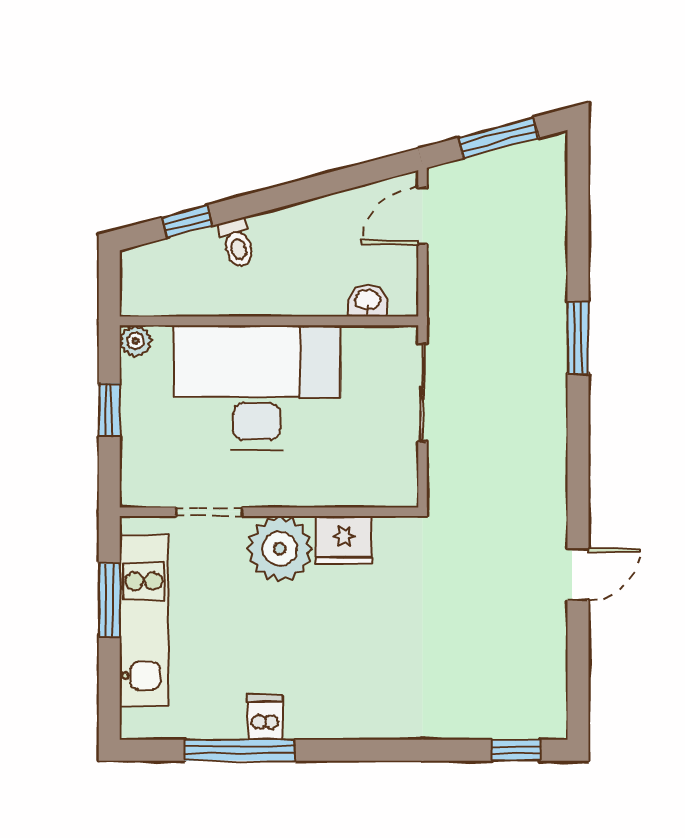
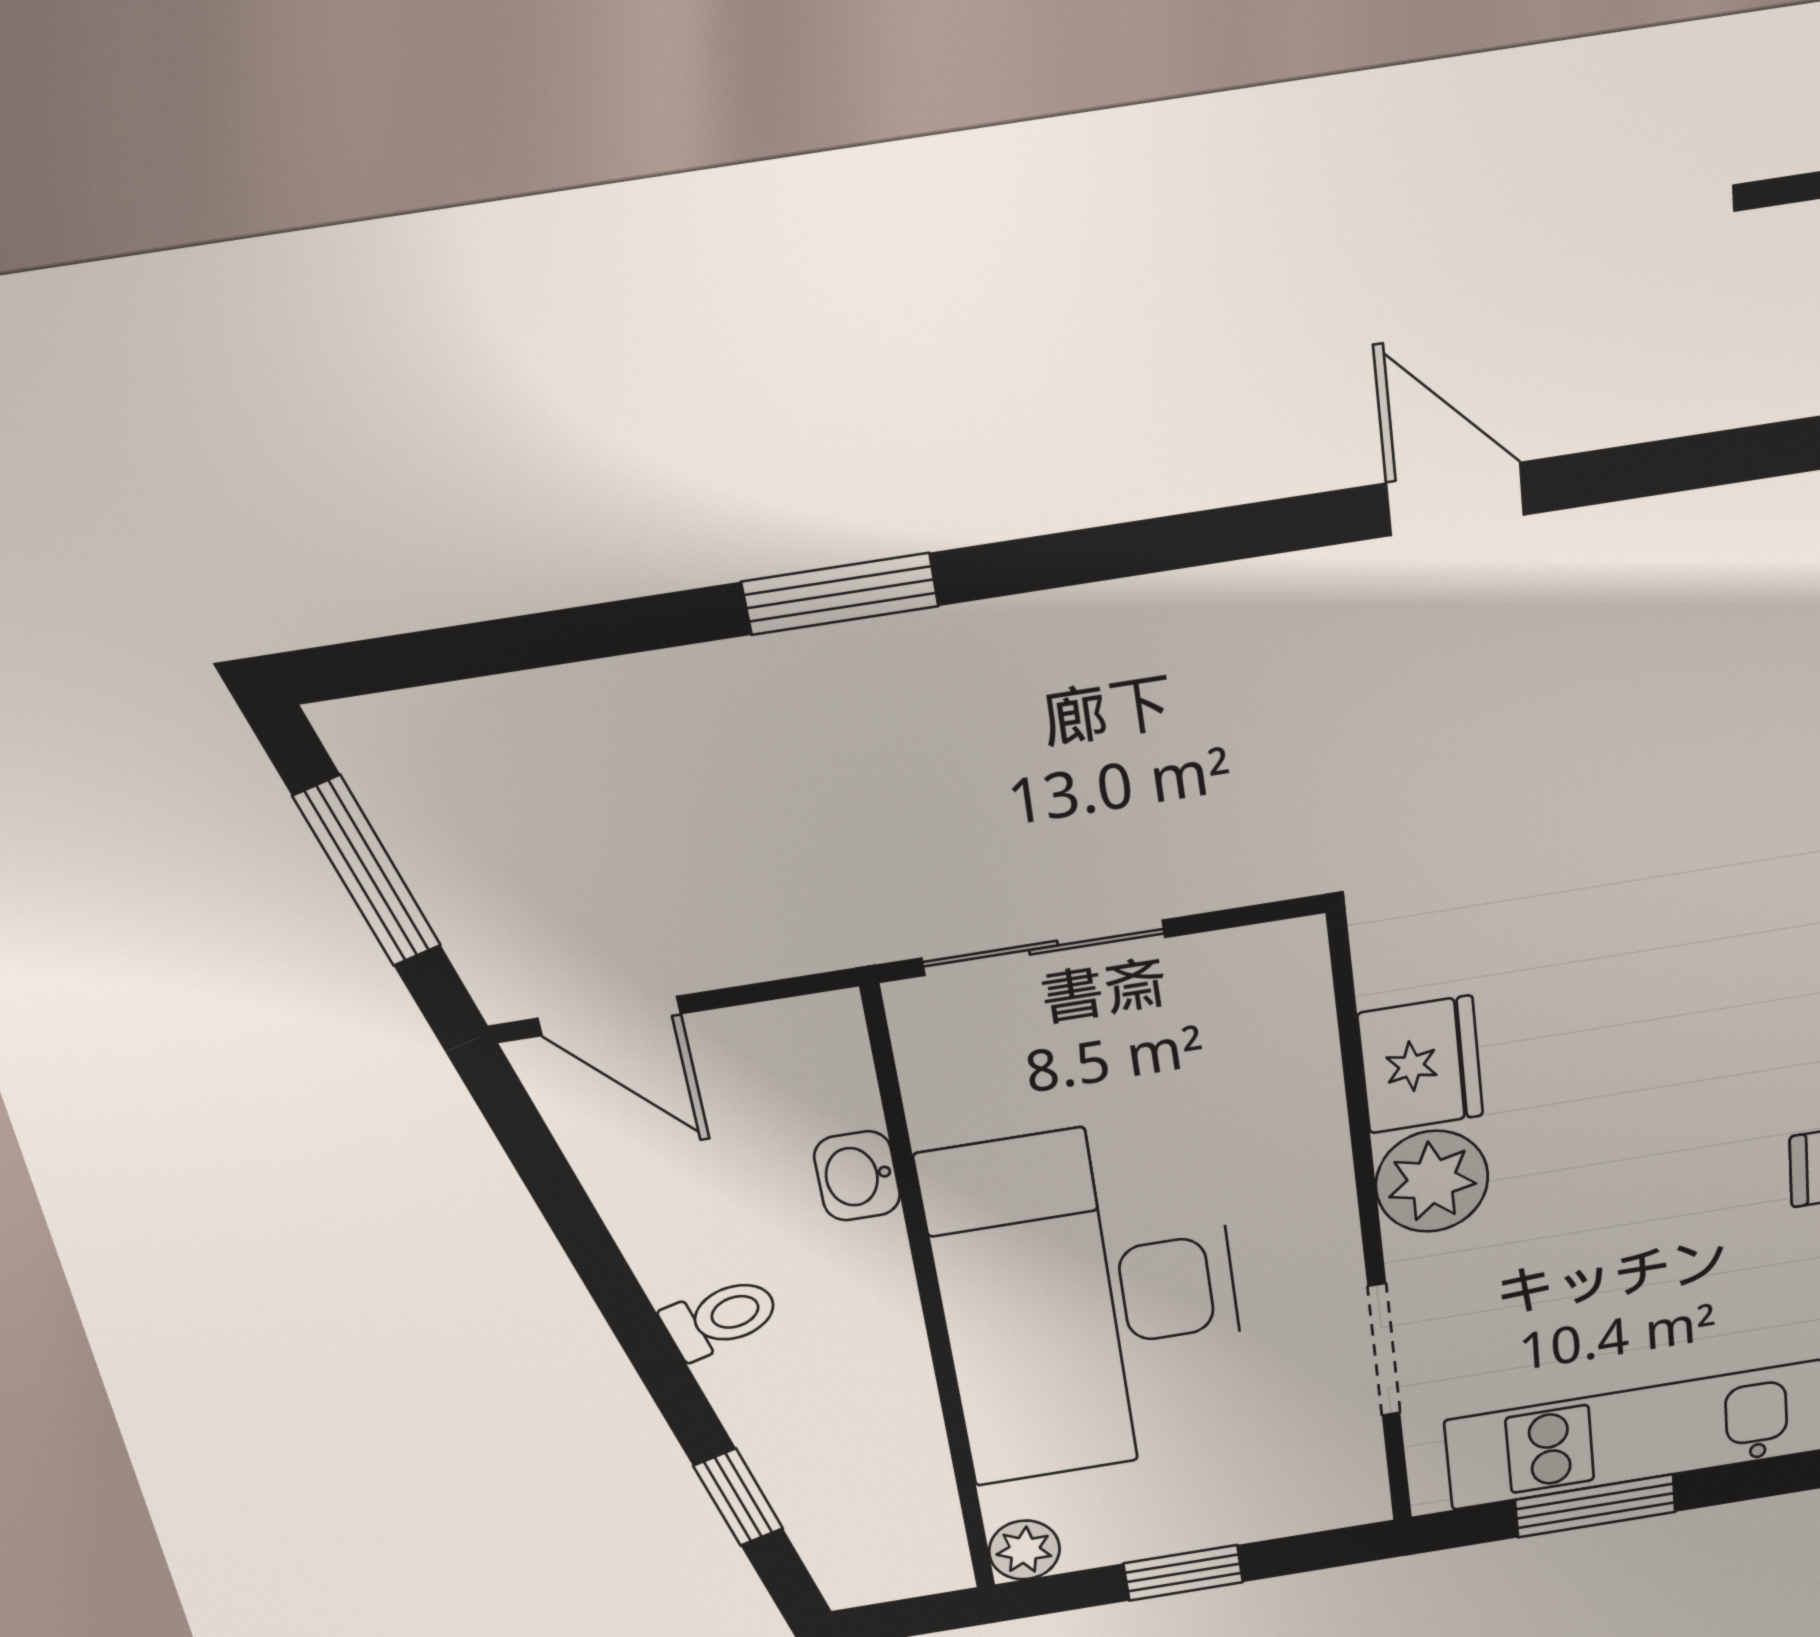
toilet: (237, 243) -> (721, 1318), moved
washbasin: (368, 301) -> (857, 1176), moved
plant: (280, 549) -> (1432, 1181), width x0.73, depth x0.73

